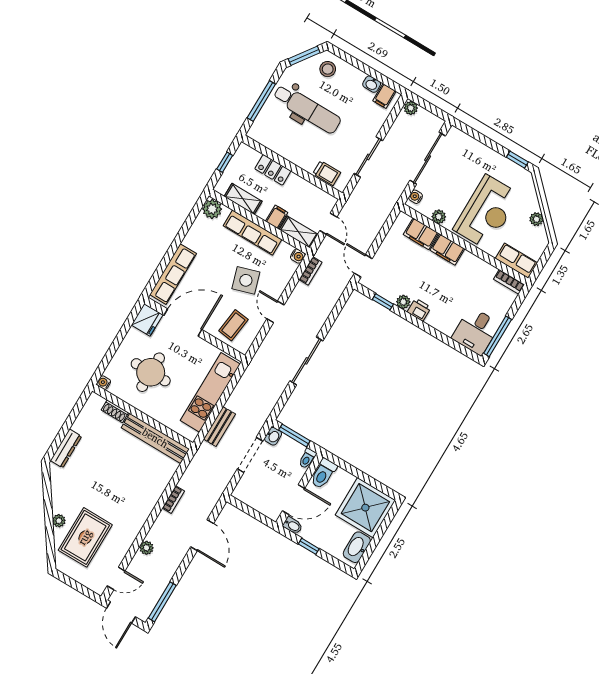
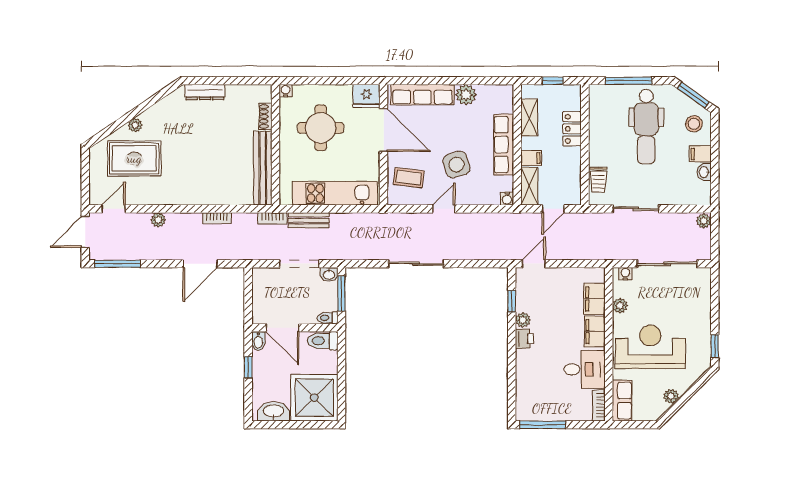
filing cabinet: (384, 96) -> (700, 154), moved
plant: (212, 209) -> (466, 95), moved
reception desk: (487, 212) -> (650, 347), turned 180
bookcase: (310, 271) -> (272, 218), moved
desk: (476, 331) -> (585, 369), moved, turned 180
door: (116, 578) -> (114, 209), swing flipped

